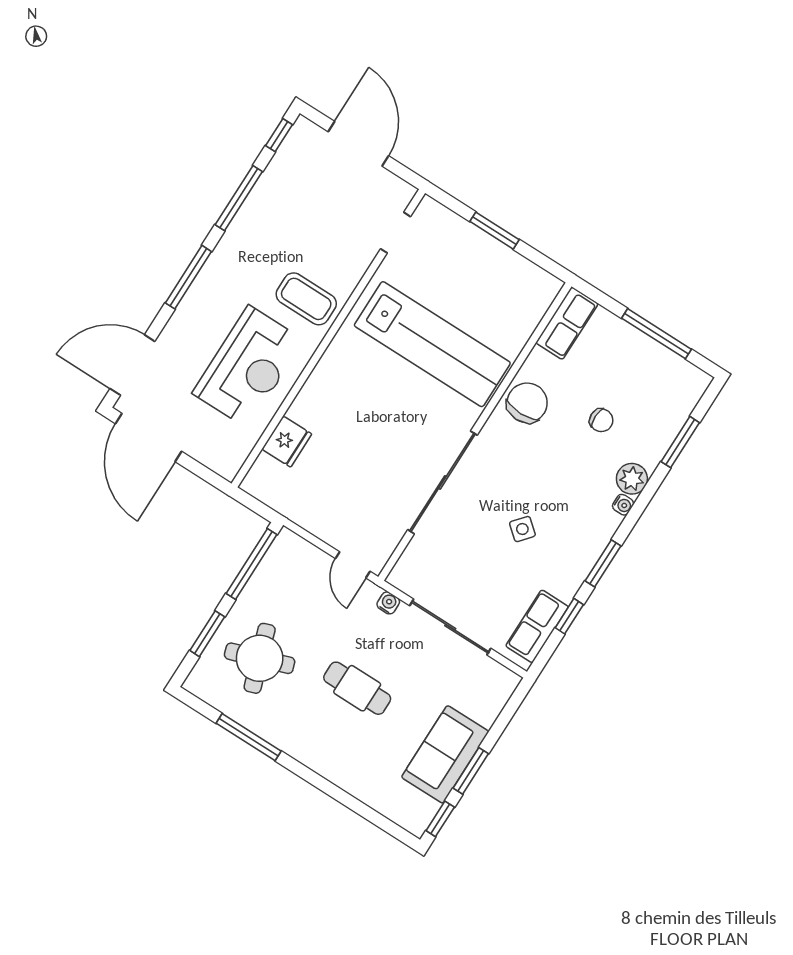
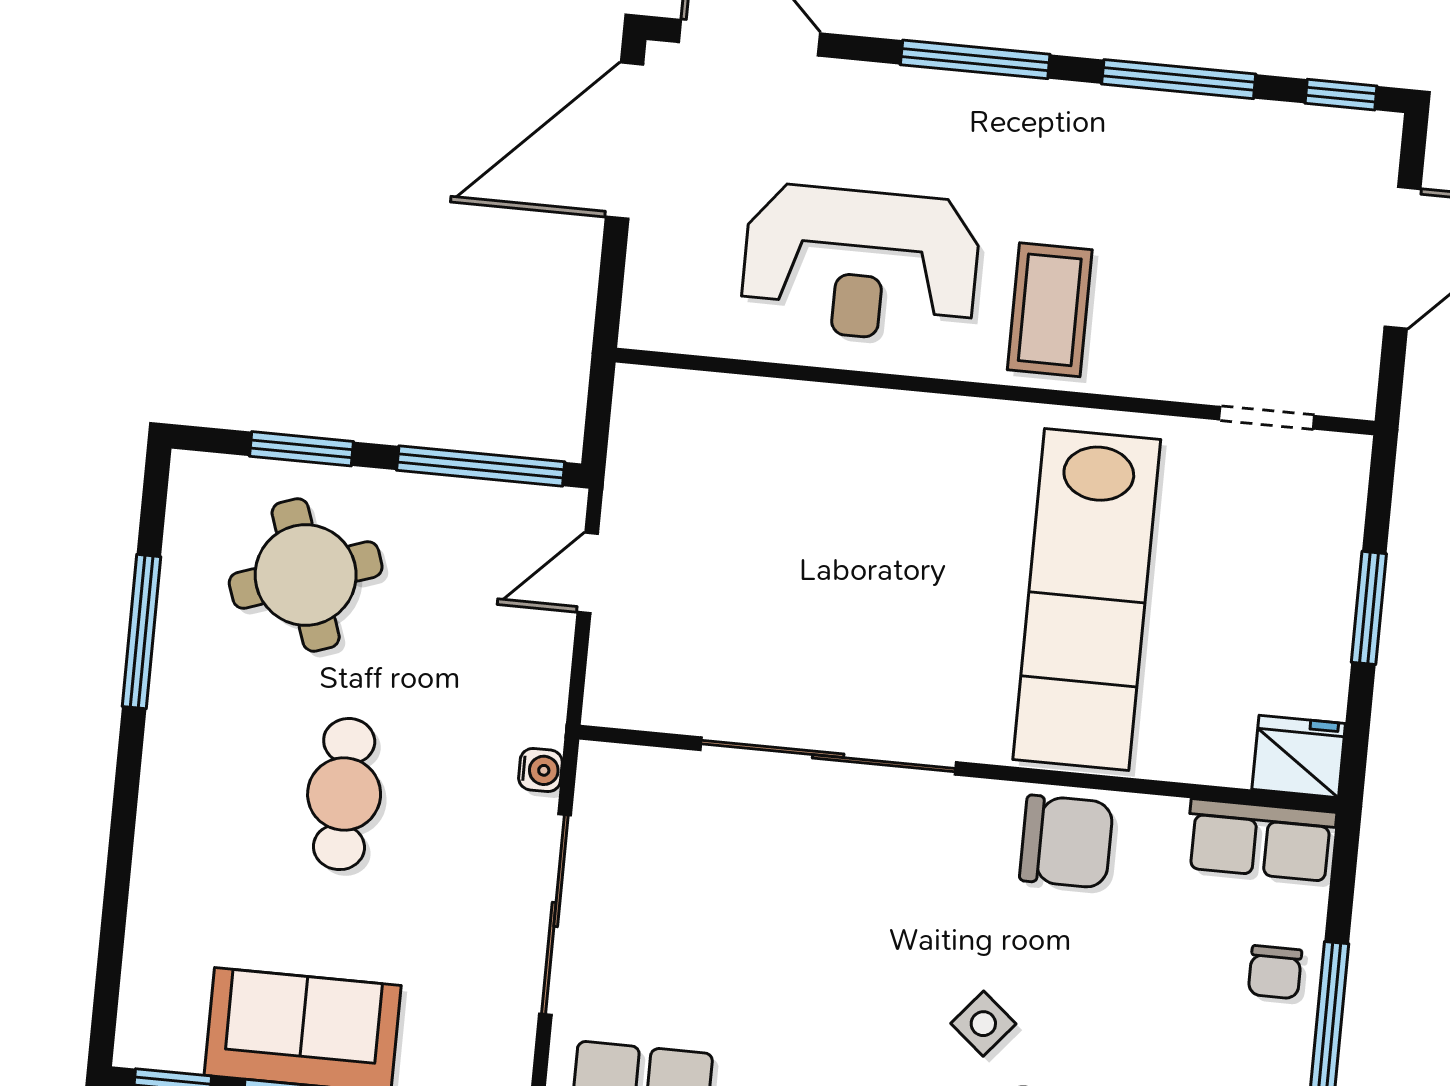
chair: (601, 420) -> (1275, 972), moved
fridge: (287, 442) -> (1299, 756), moved, turned 180
side table: (522, 529) -> (983, 1024), moved
door: (353, 565) -> (588, 573), moved

